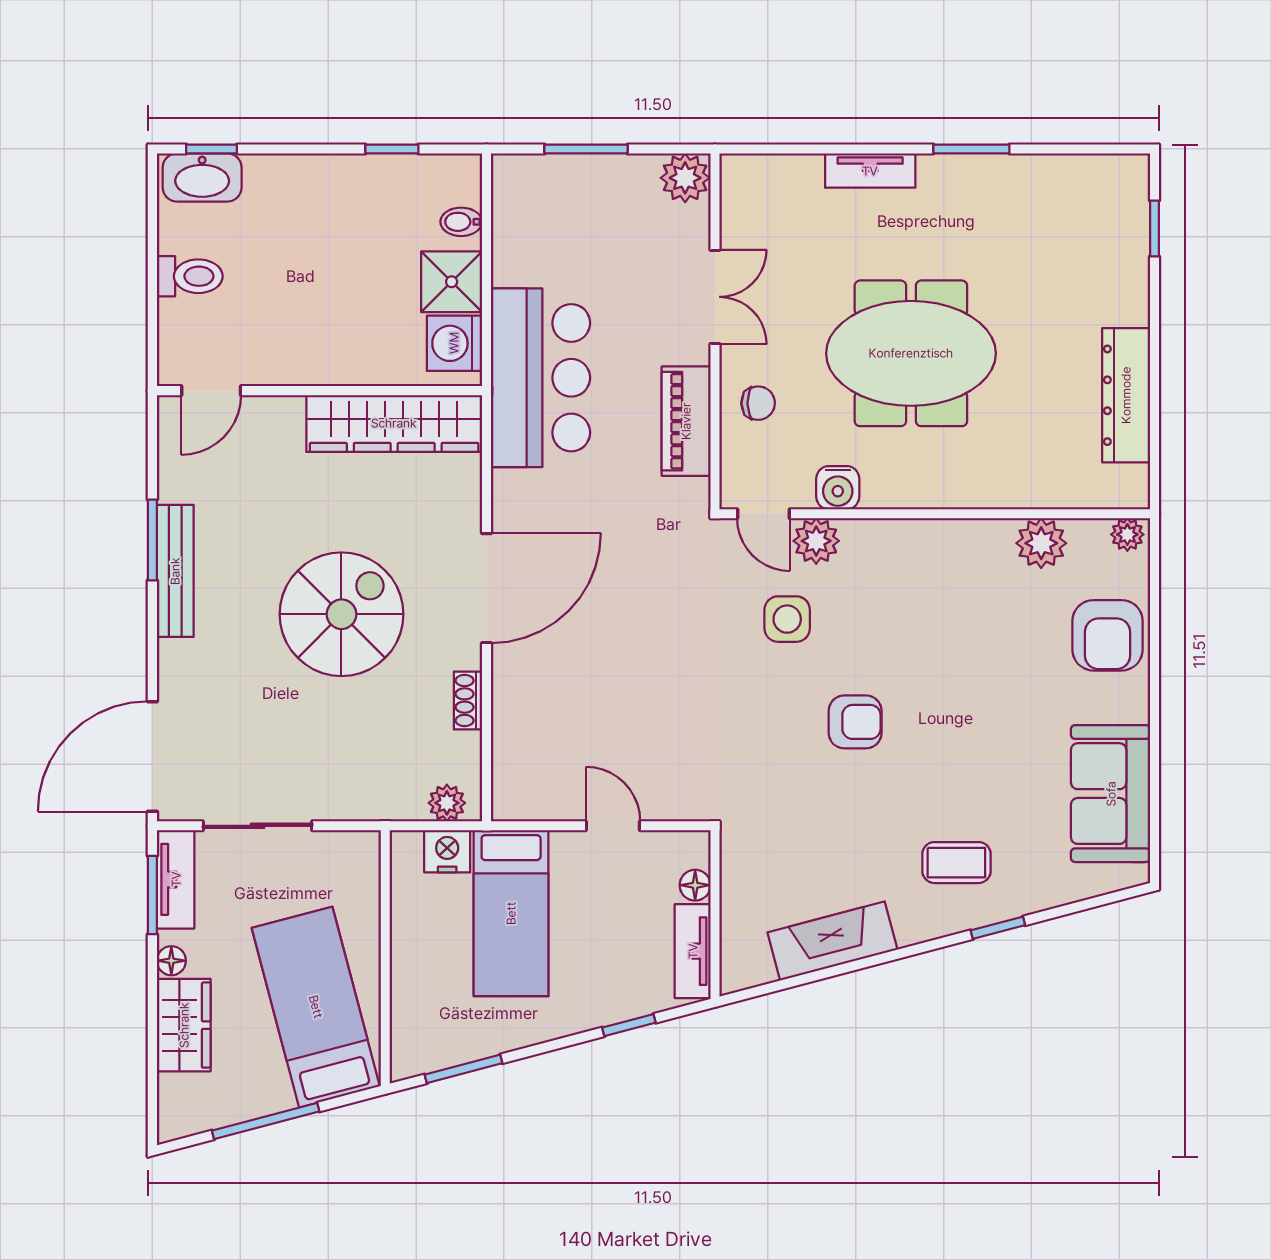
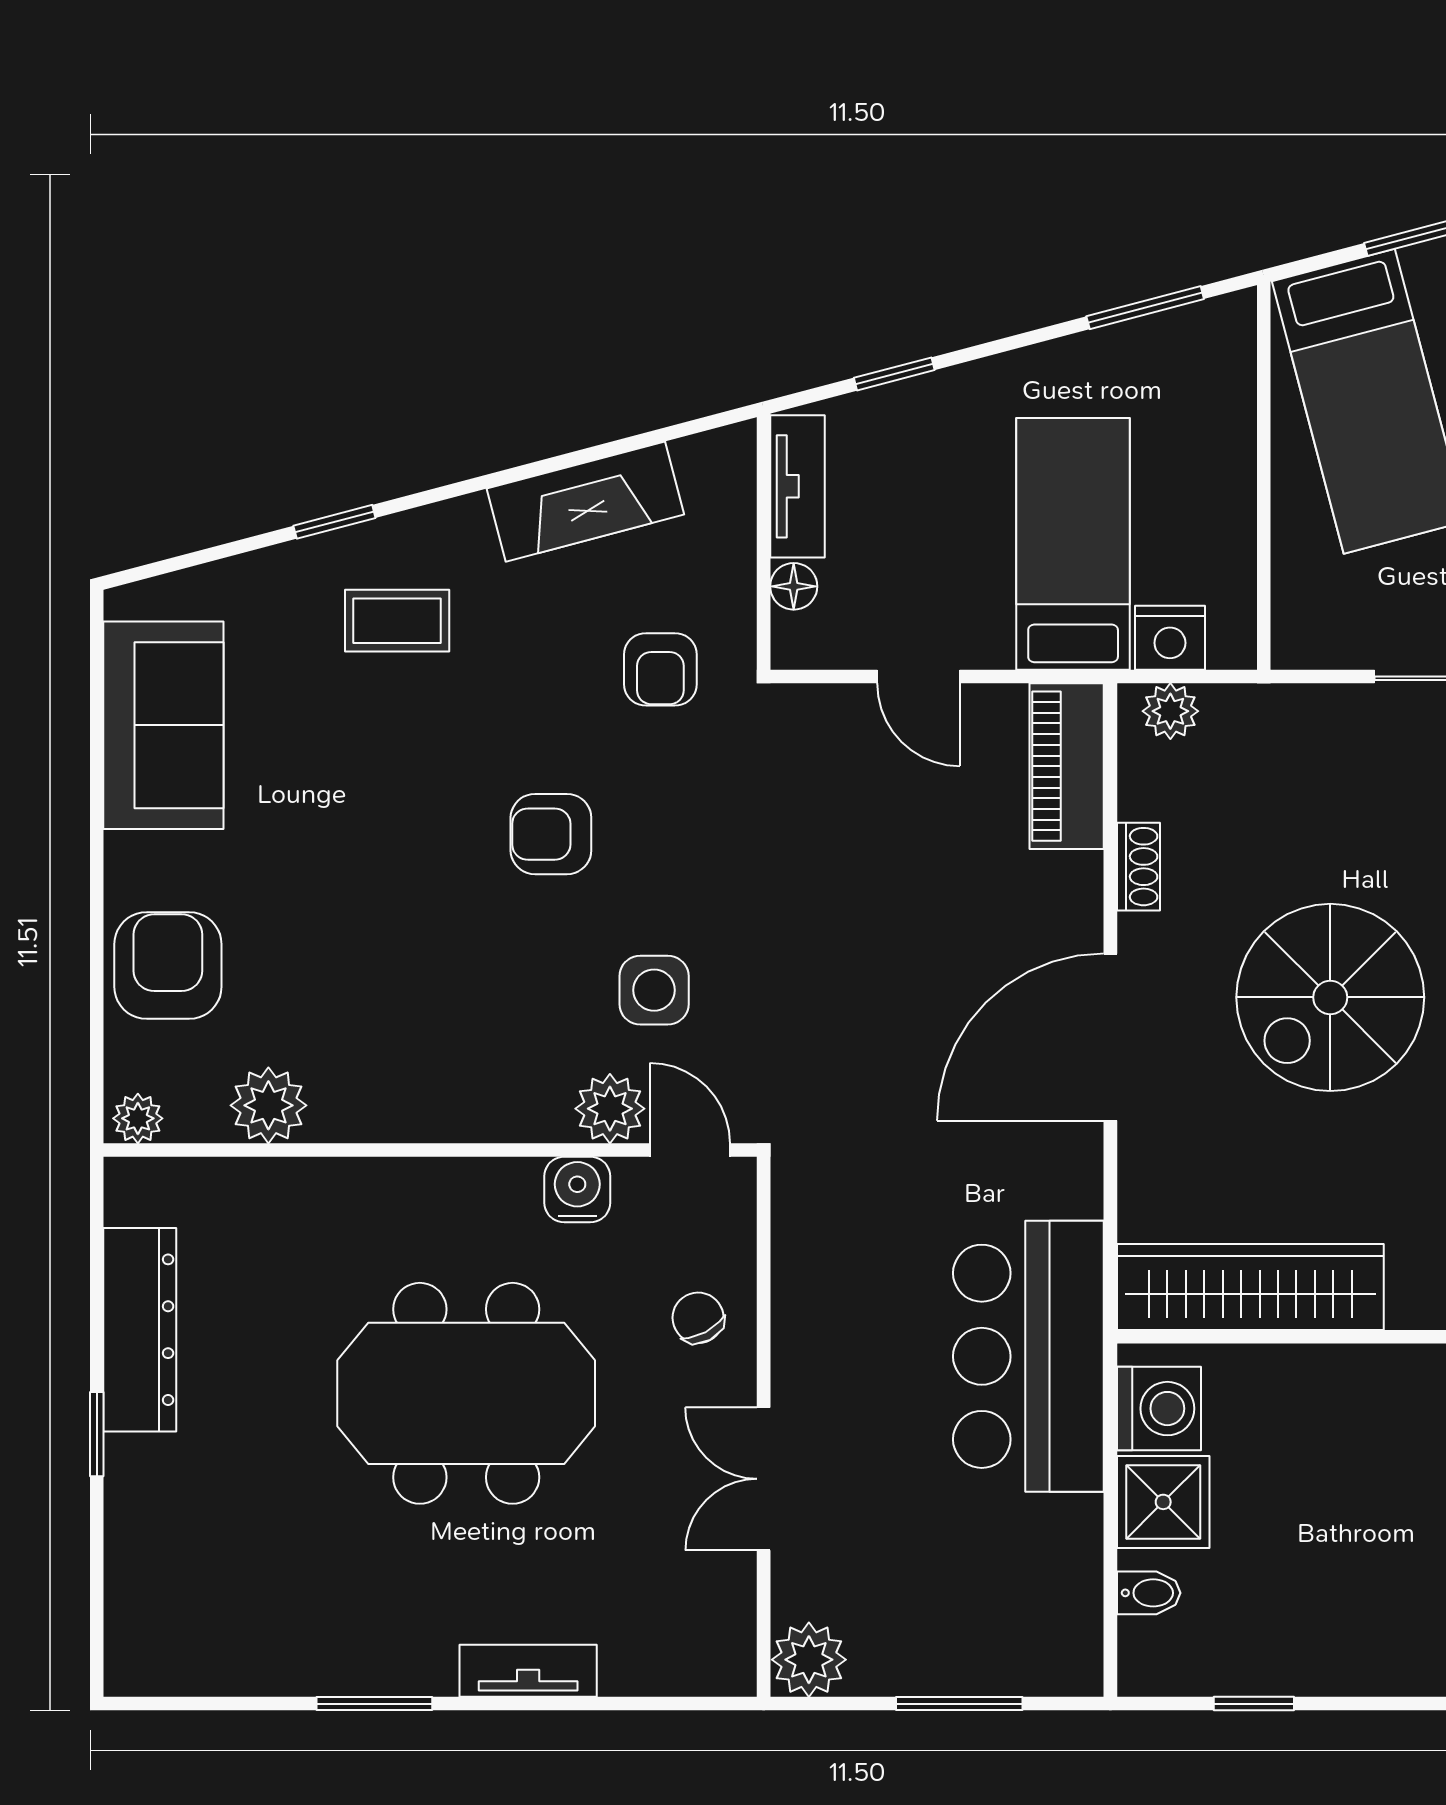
window: (1154, 229) -> (97, 1434), moved
chair: (758, 403) -> (698, 1318), turned 63
piano: (686, 421) -> (1067, 766), moved, turned 180
armchair: (783, 830) -> (660, 669), added

